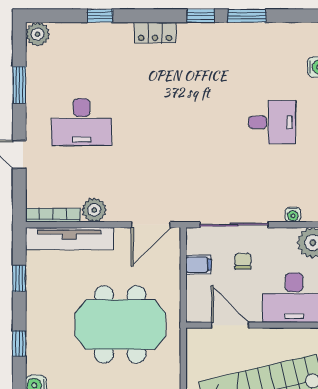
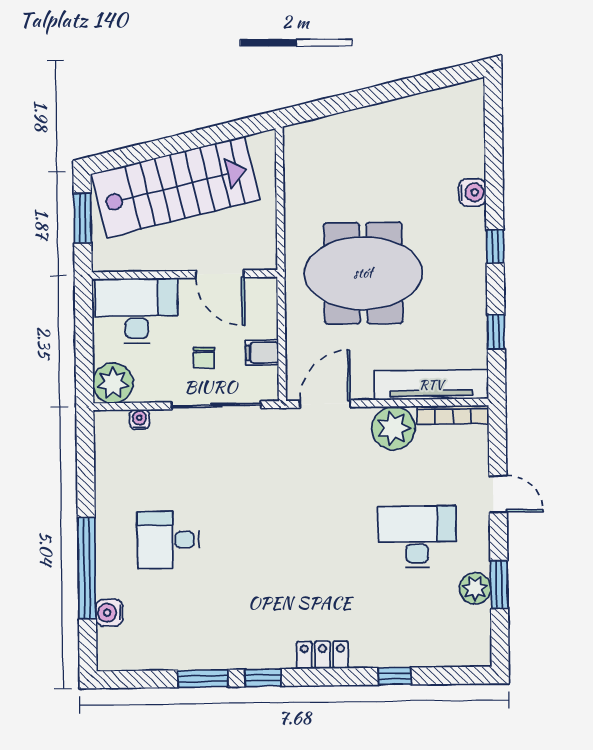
plant: (38, 34) -> (475, 588), moved
plant: (94, 210) -> (393, 428), width x1.36, depth x1.36

